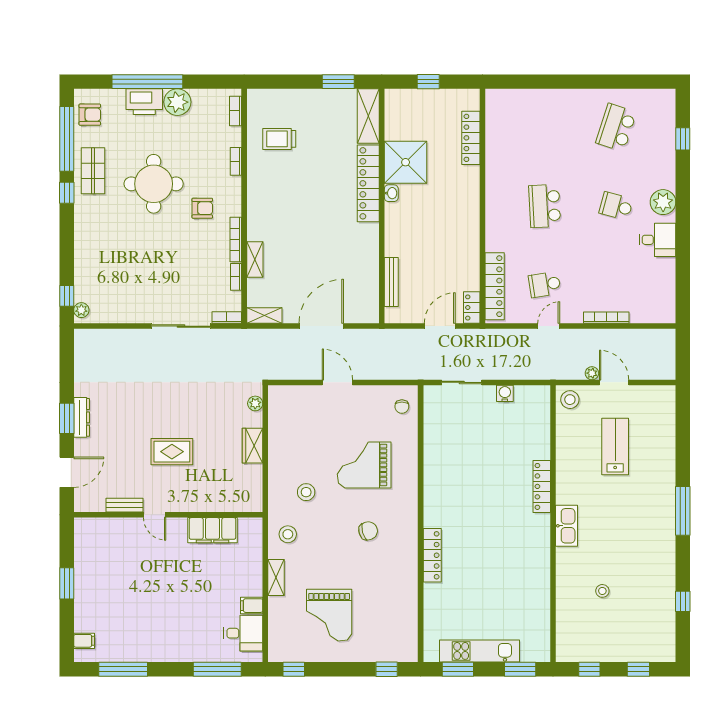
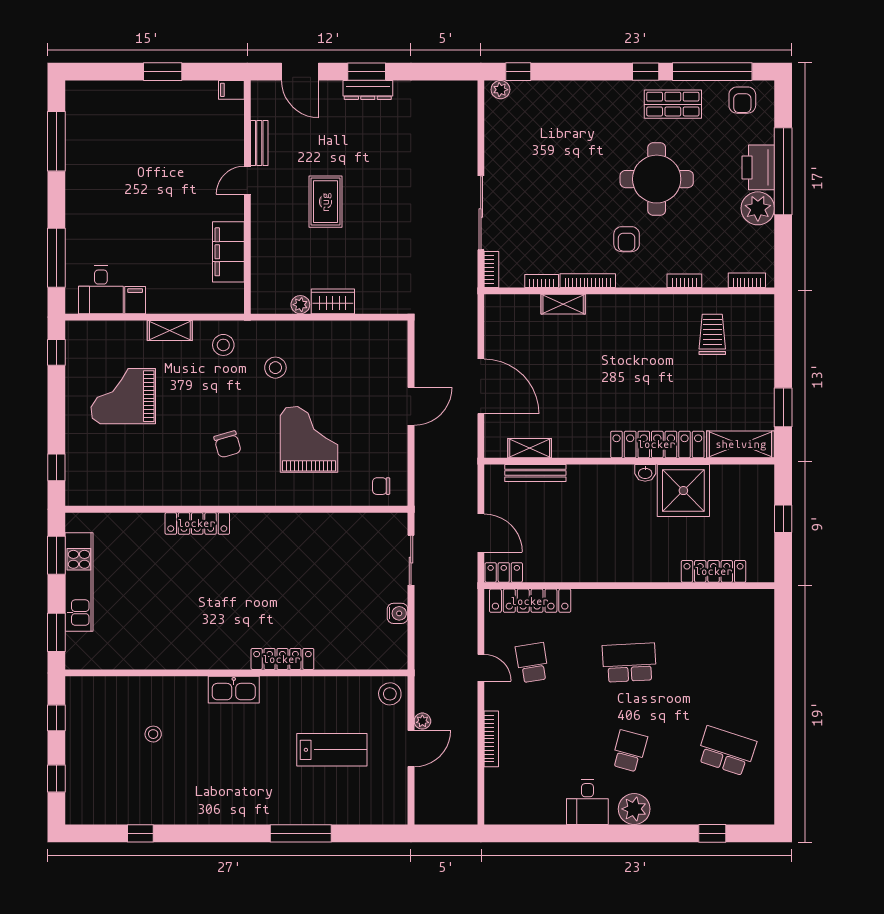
shelving: (264, 315) -> (530, 448), moved, turned 90
plant: (255, 403) -> (300, 305), moved
window: (683, 511) -> (301, 833), moved
filing cabinet: (84, 641) -> (231, 90), moved, turned 90

